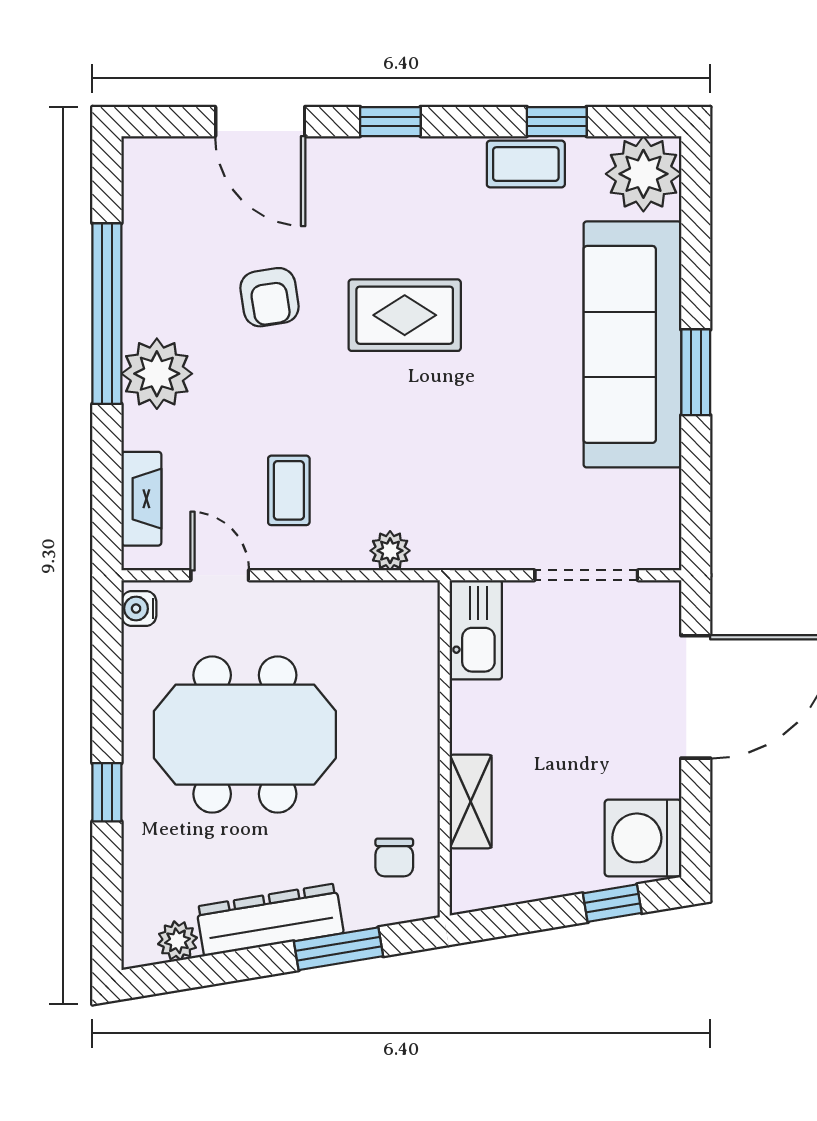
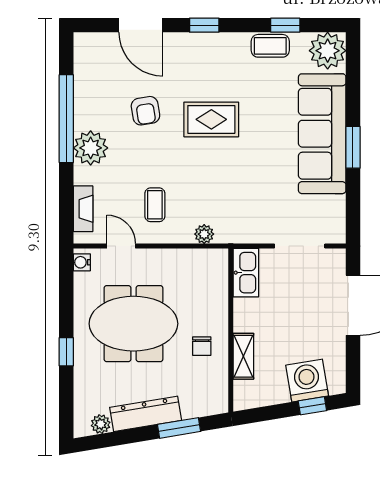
washing machine: (643, 838) -> (307, 381), moved, turned 81
chair: (394, 857) -> (202, 346), moved

